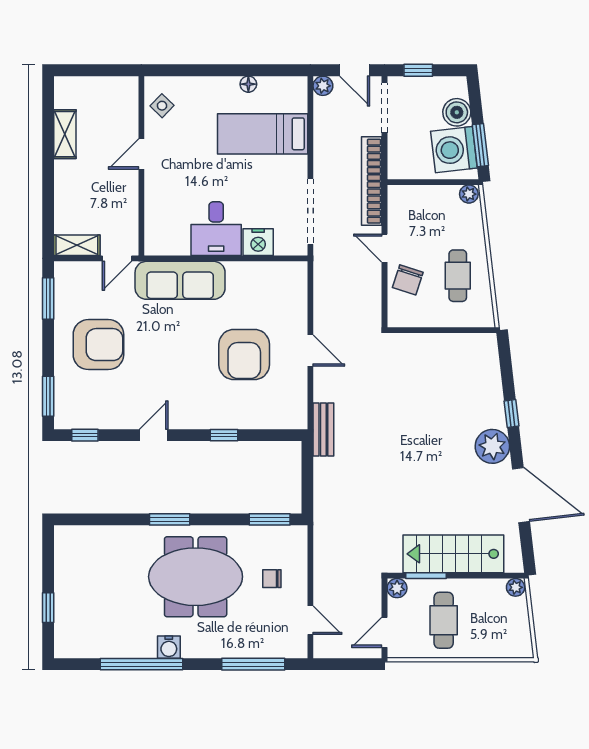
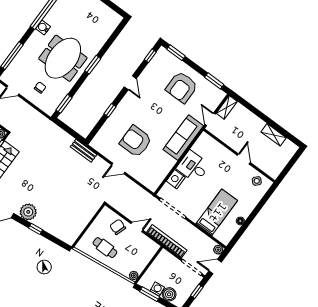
washing machine: (454, 150) -> (157, 289), width x0.53, depth x0.53

